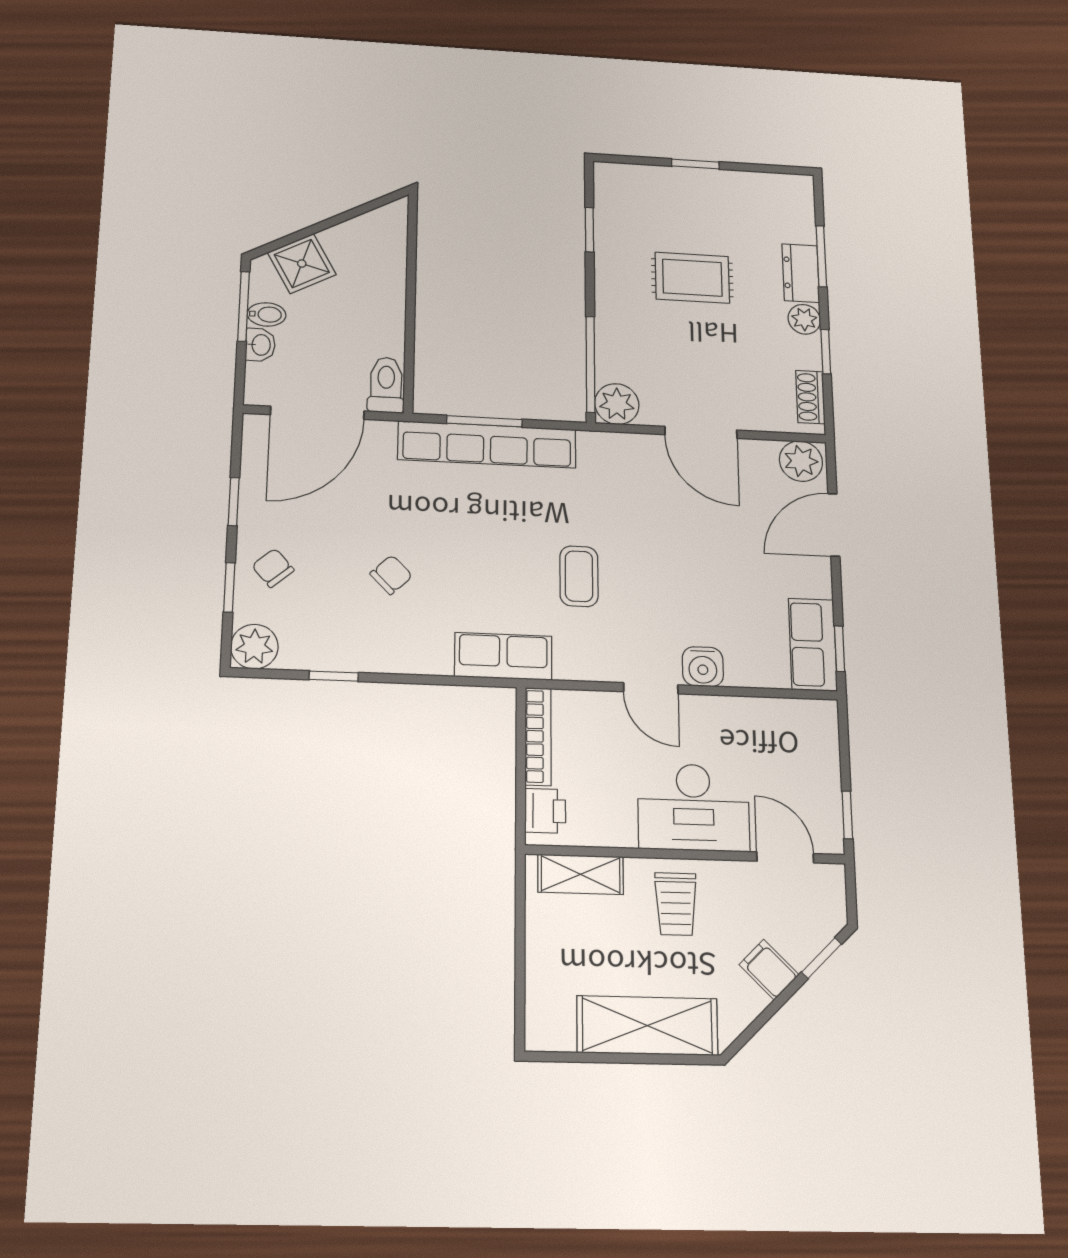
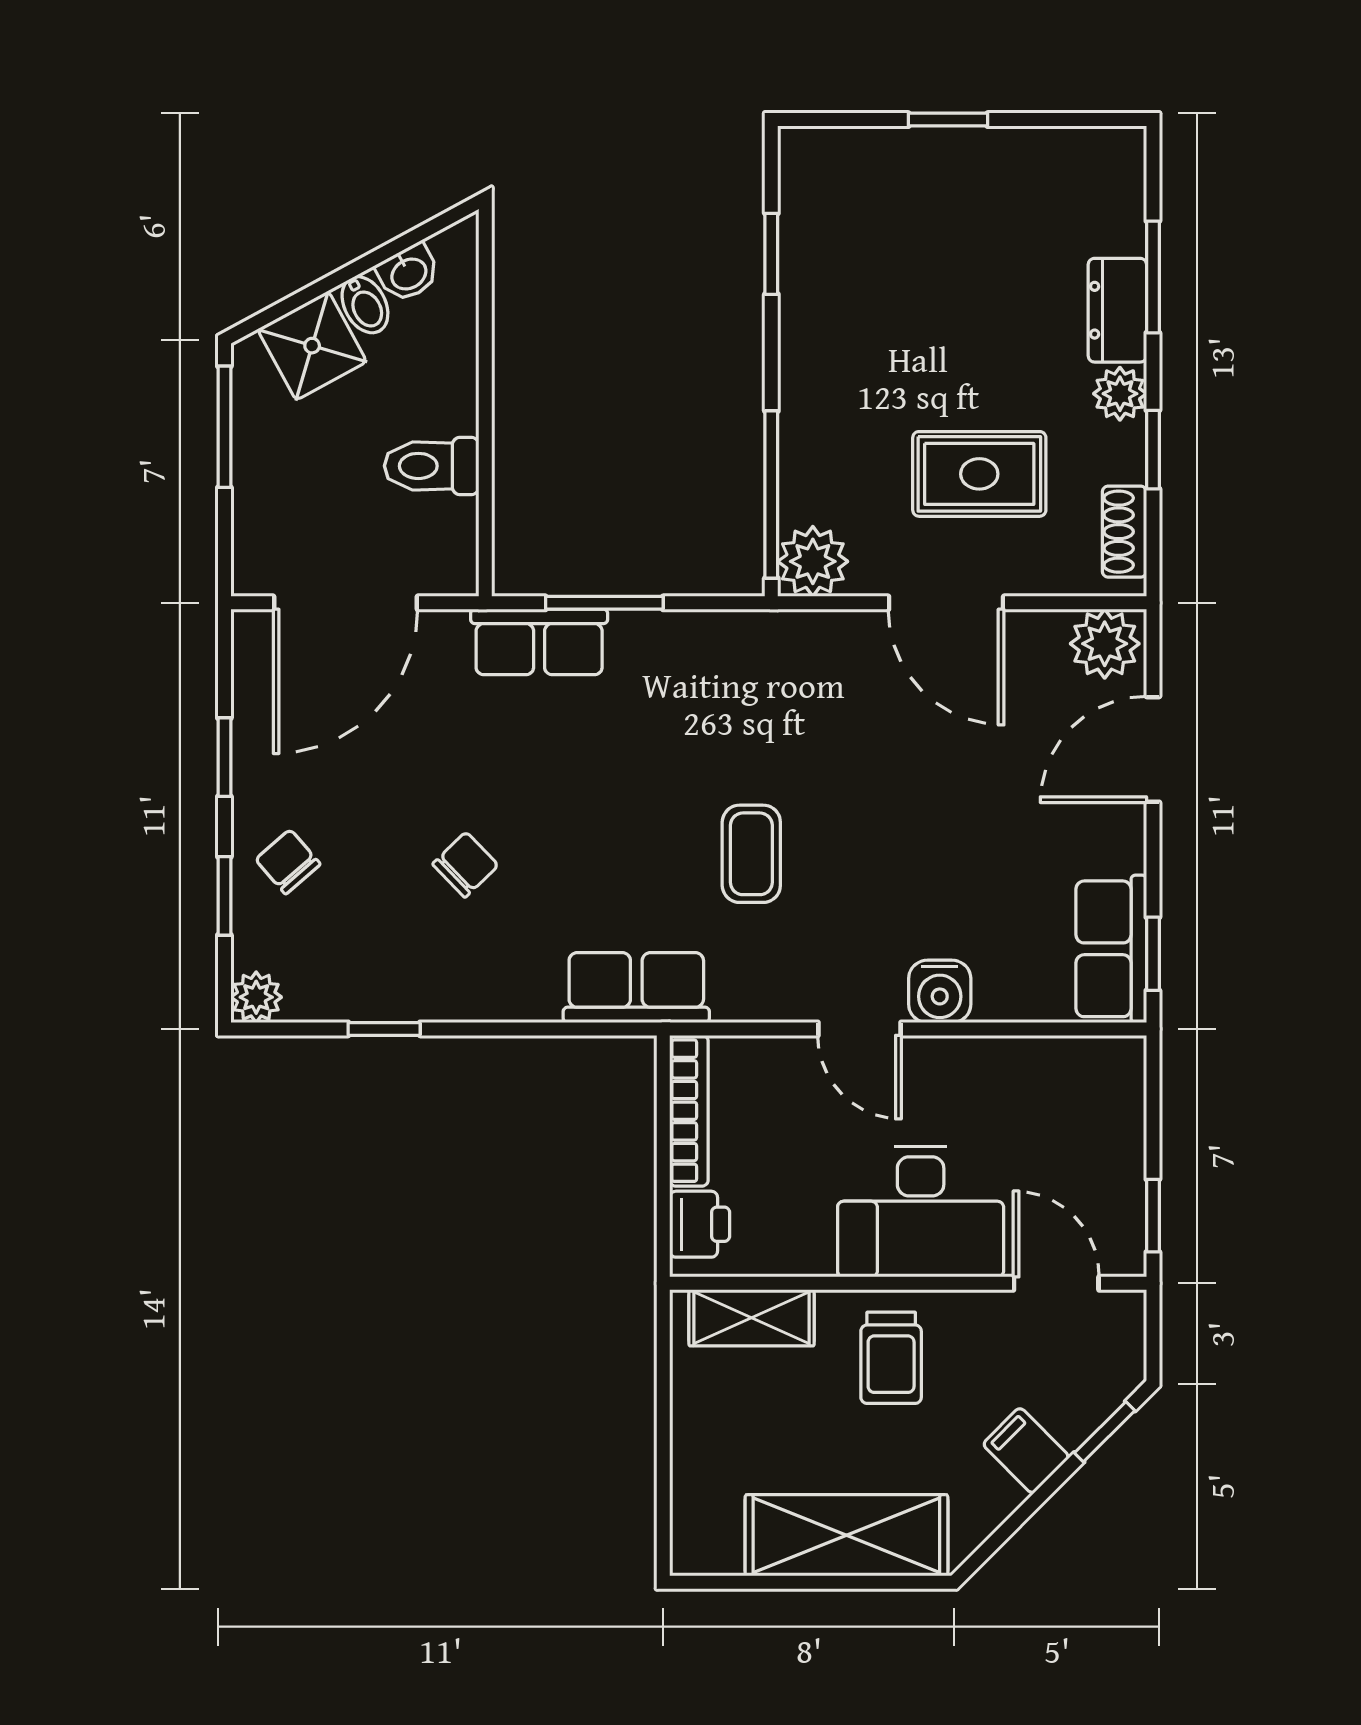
rug: (692, 278) -> (979, 474), moved
bidet: (267, 314) -> (365, 305), moved, turned 61
washbasin: (260, 345) -> (408, 273), moved, turned 61
toilet: (386, 385) -> (432, 466), moved, turned -90
row of seats: (487, 444) -> (539, 642), width x0.50
plant: (254, 647) -> (256, 997), width x0.73, depth x0.73

